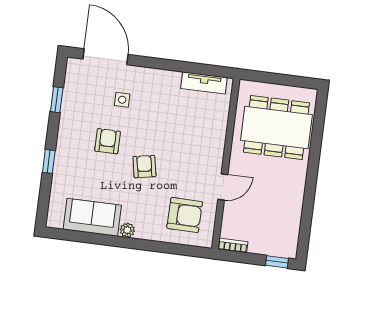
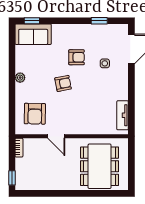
window: (49, 161) -> (32, 21), moved
sofa: (92, 217) -> (33, 34), moved, turned 90

